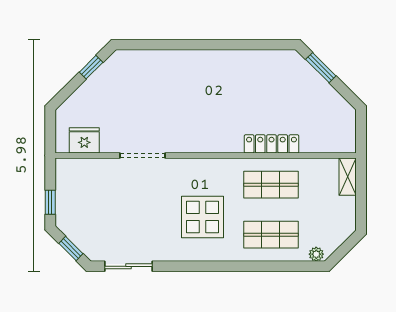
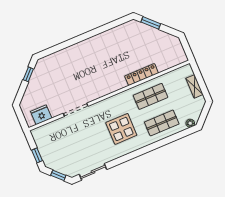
shelving: (348, 177) -> (194, 86), moved

